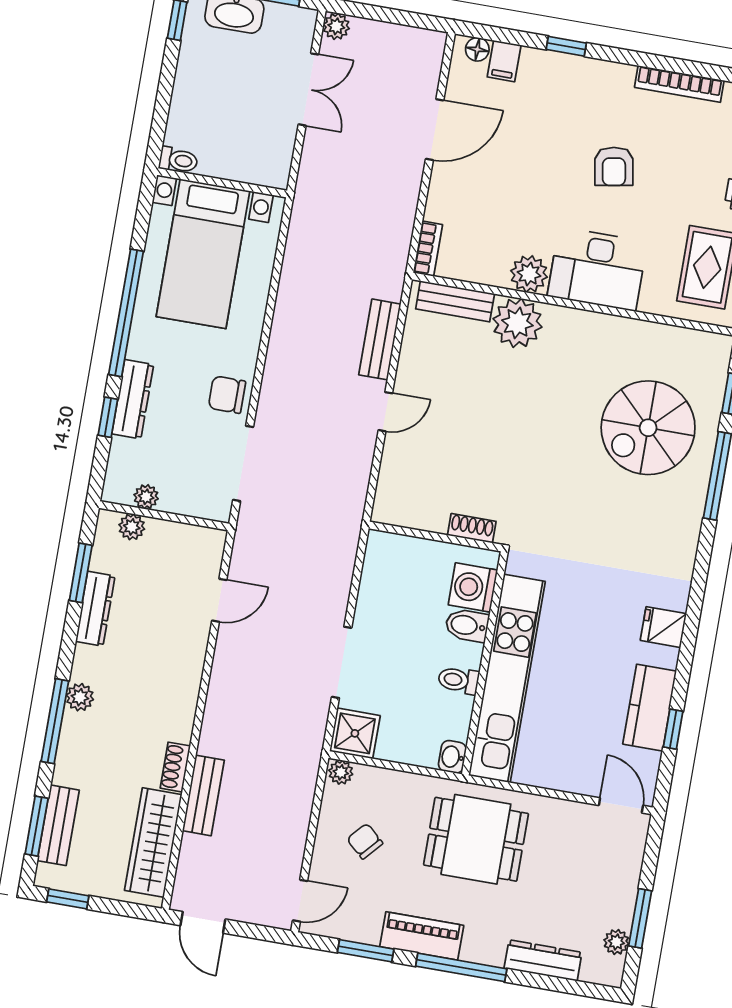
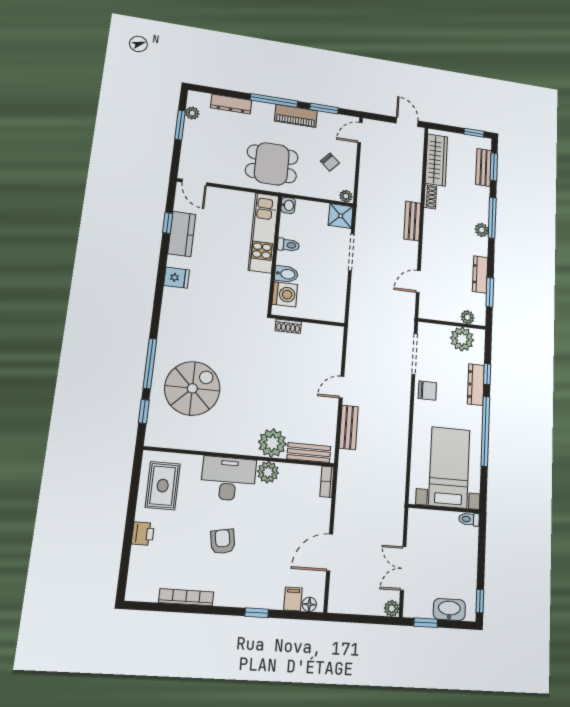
plant: (146, 497) -> (462, 339), width x1.87, depth x1.87
kitchen unit: (507, 678) -> (264, 233), width x0.73
bench: (203, 795) -> (412, 221), moved

